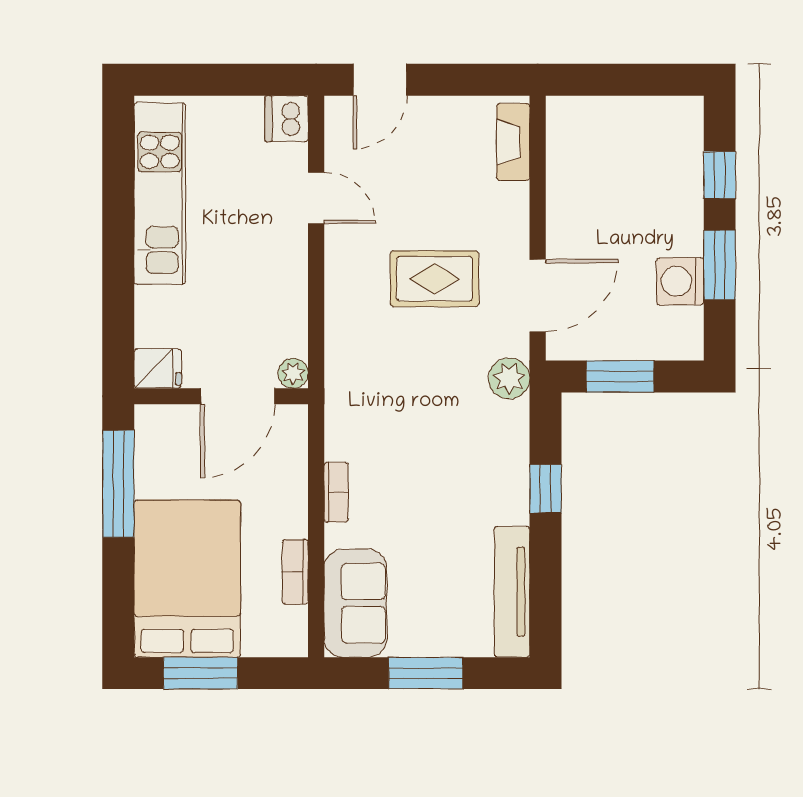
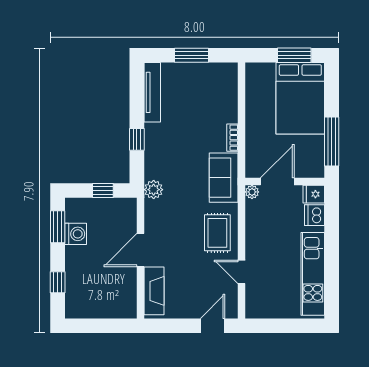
dishwasher: (287, 119) -> (315, 215), moved, turned 180
fireplace: (513, 142) -> (154, 291), width x1.37, depth x1.32
window: (720, 265) -> (58, 227), moved
rug: (434, 279) -> (217, 233), moved, turned 90
door: (538, 296) -> (141, 250), moved
window: (620, 376) -> (103, 191), width x0.67
bookcase: (295, 572) -> (251, 101), removed
sofa: (355, 603) -> (224, 178), moved

